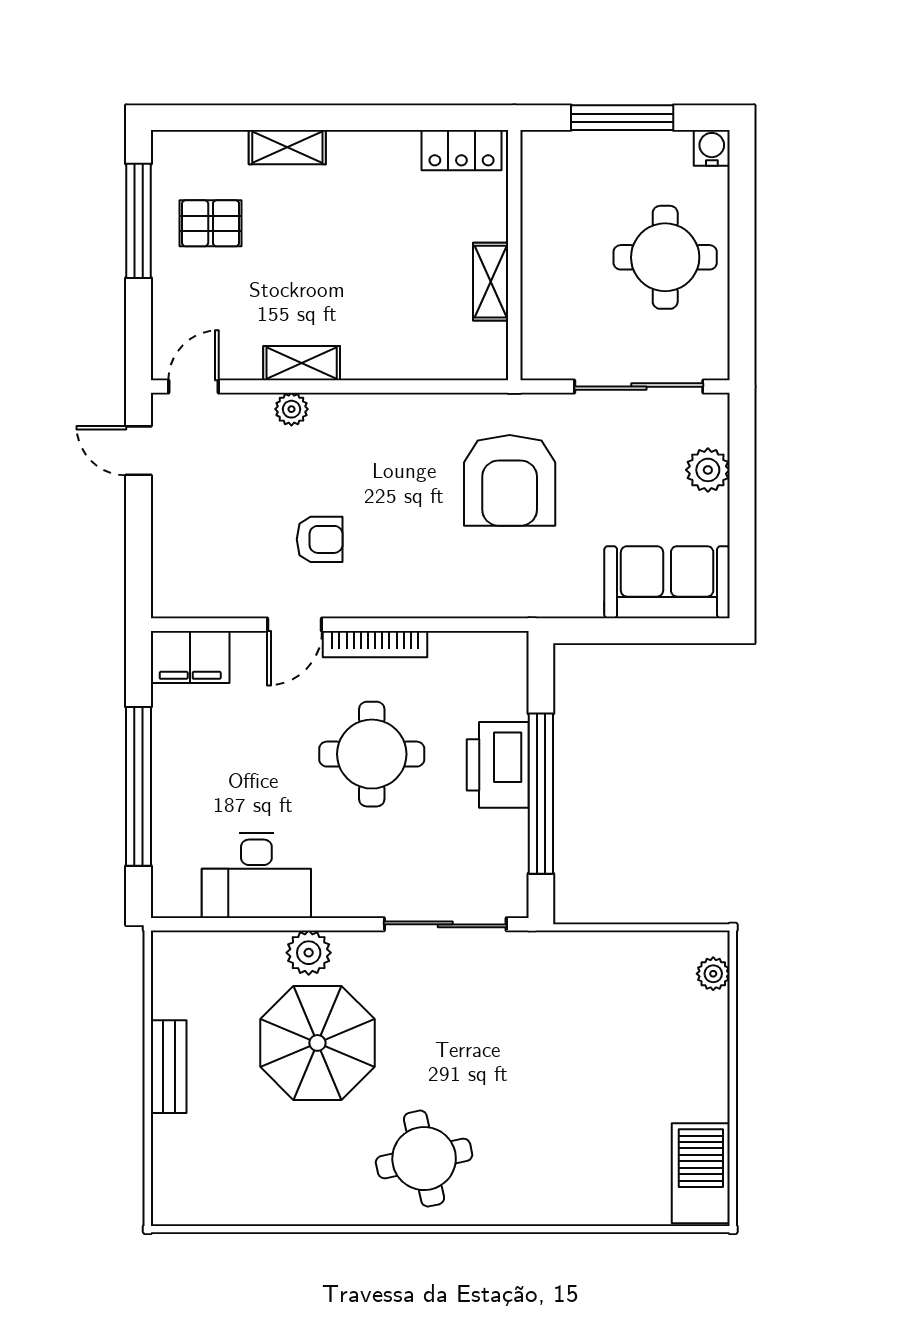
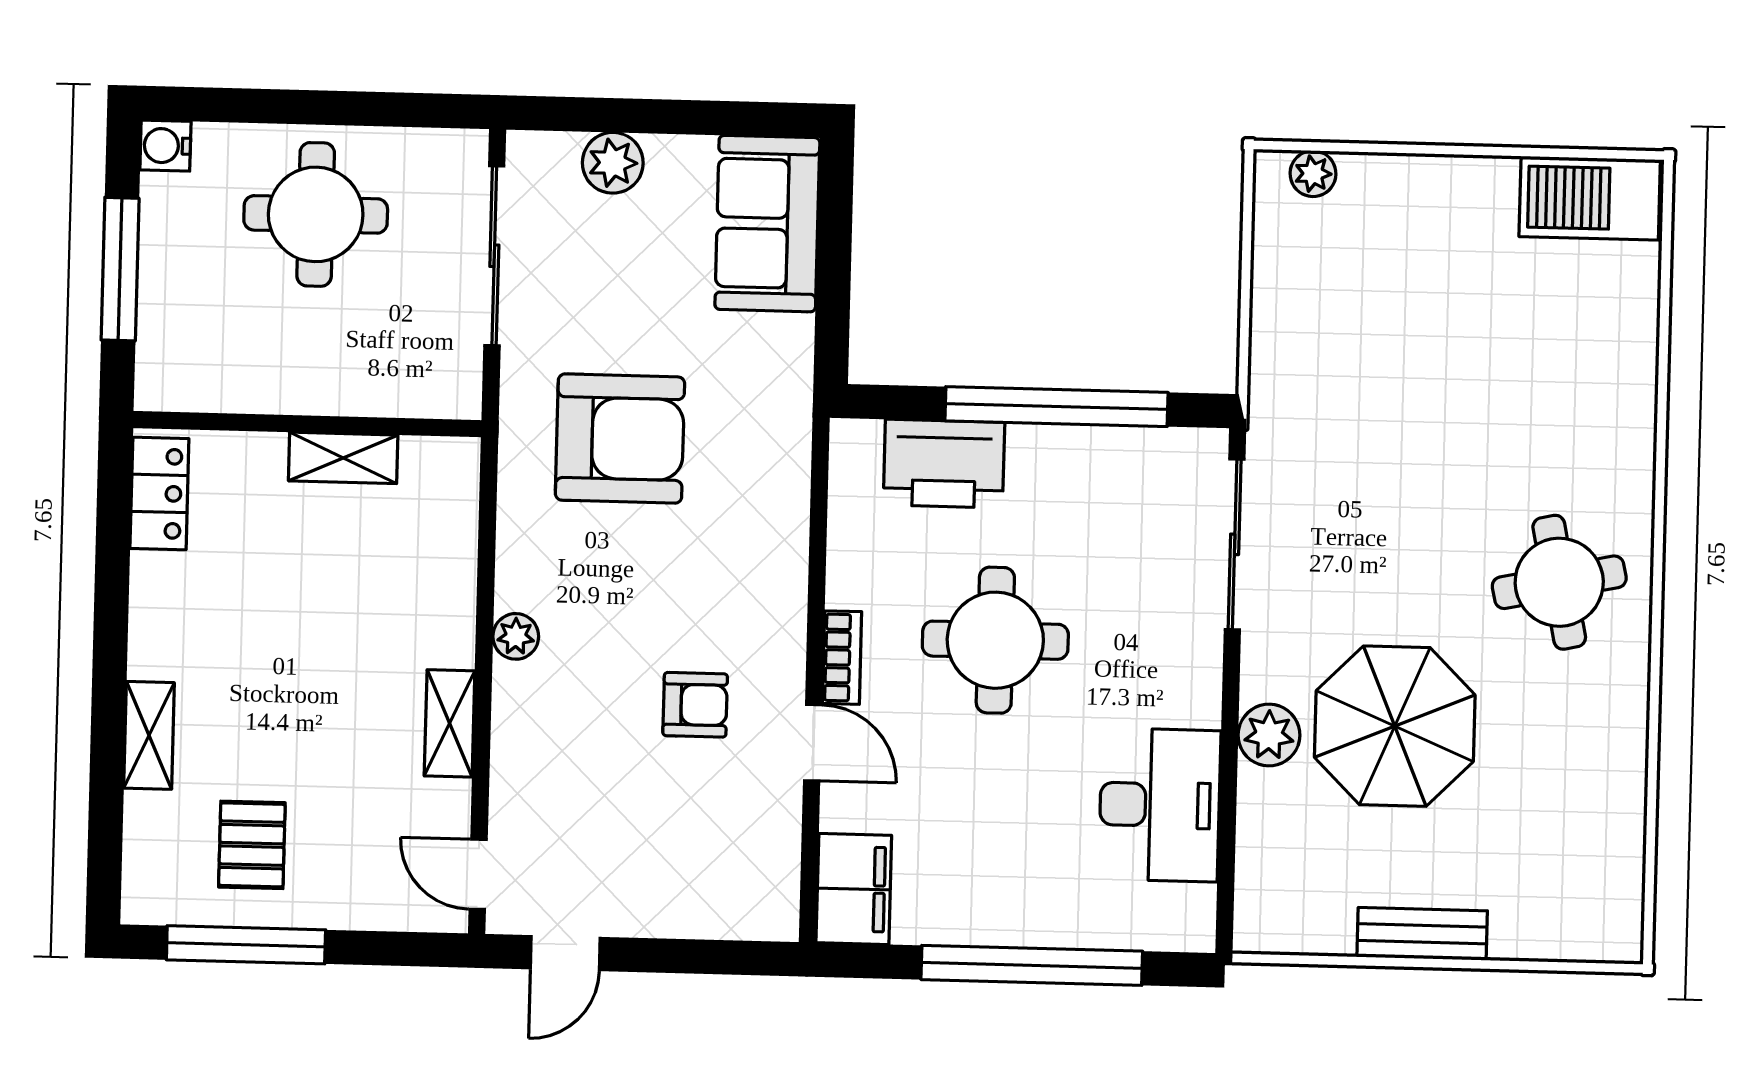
plant: (291, 409) -> (516, 636), moved
armchair: (320, 539) -> (695, 705), turned 90
bookcase: (375, 644) -> (842, 658), width x0.64
printer: (498, 765) -> (944, 464), moved

